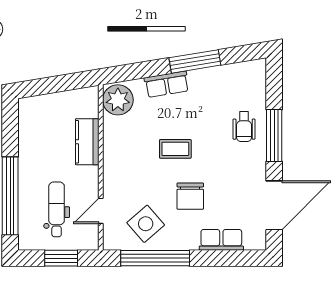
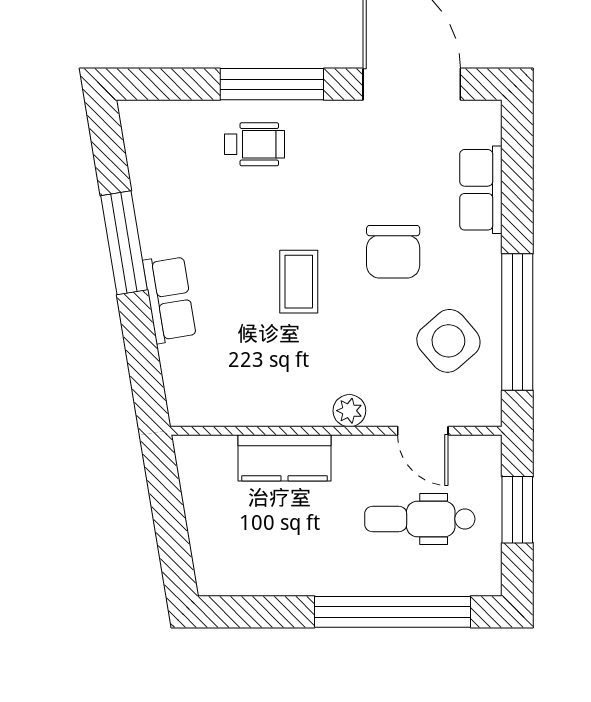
plant: (118, 100) -> (349, 411), moved, width x0.53, depth x0.53
chair: (190, 196) -> (393, 252), turned 90

